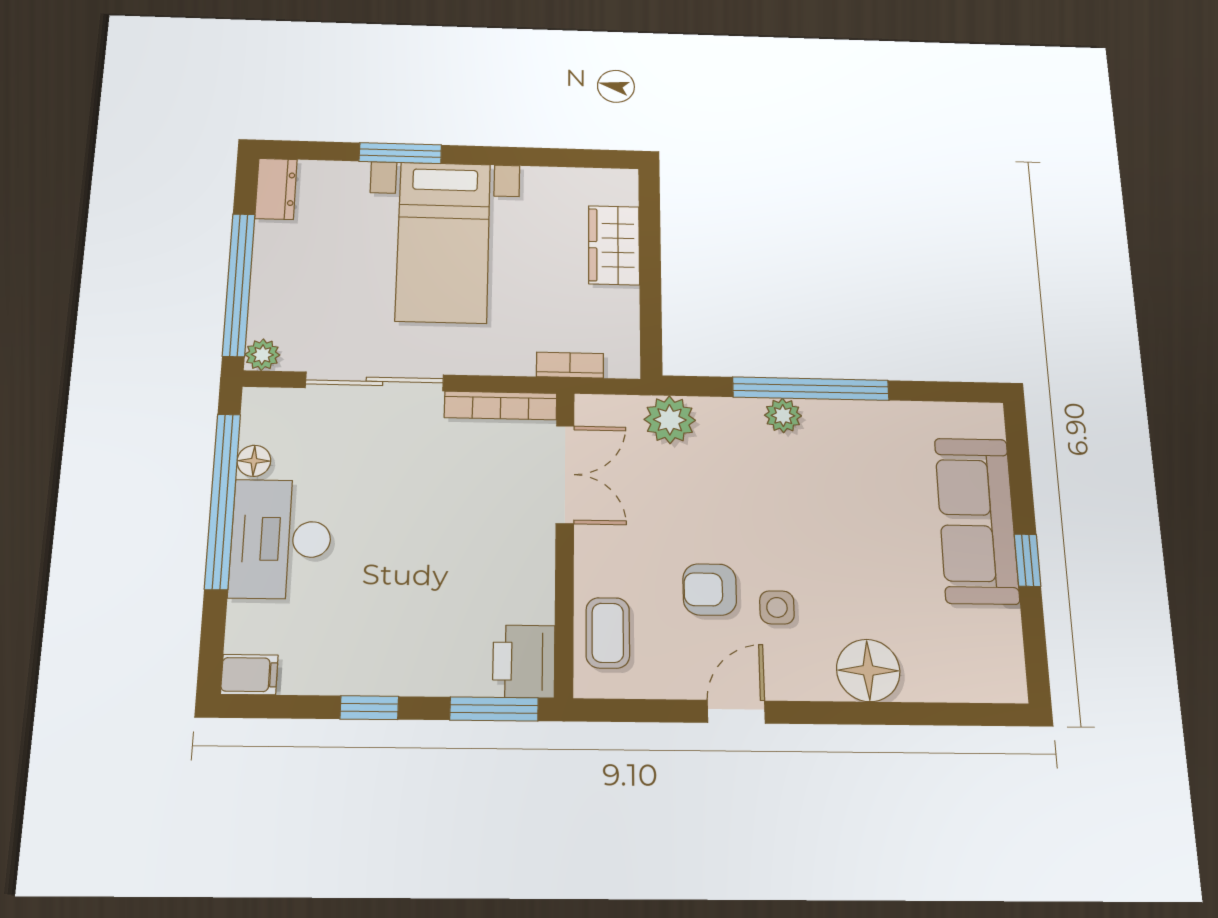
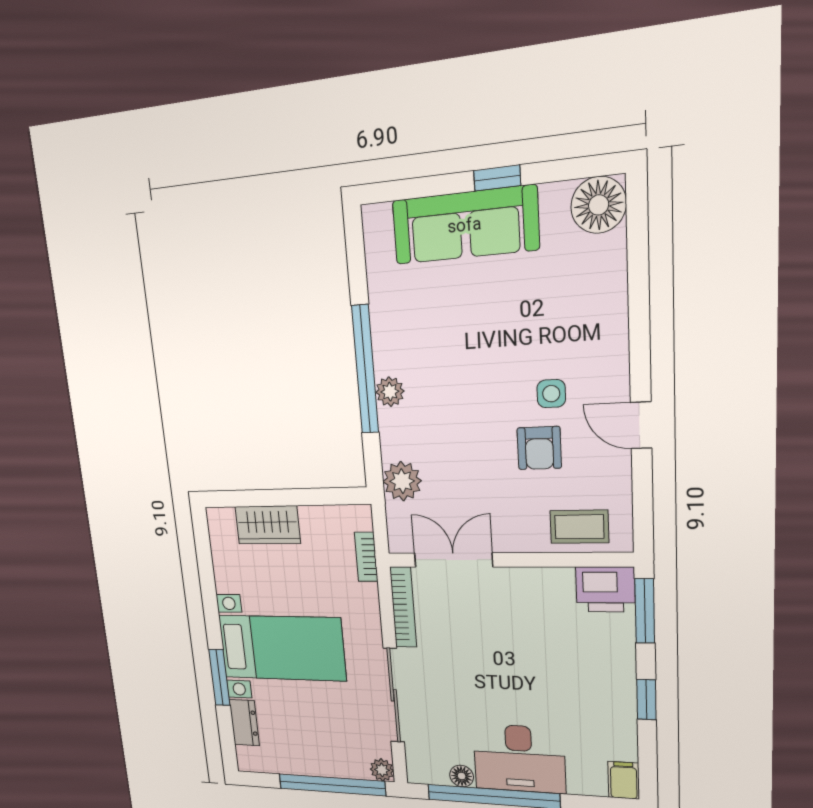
dresser: (276, 189) -> (244, 723), moved, turned 90
floor lamp: (868, 670) -> (599, 205), moved

